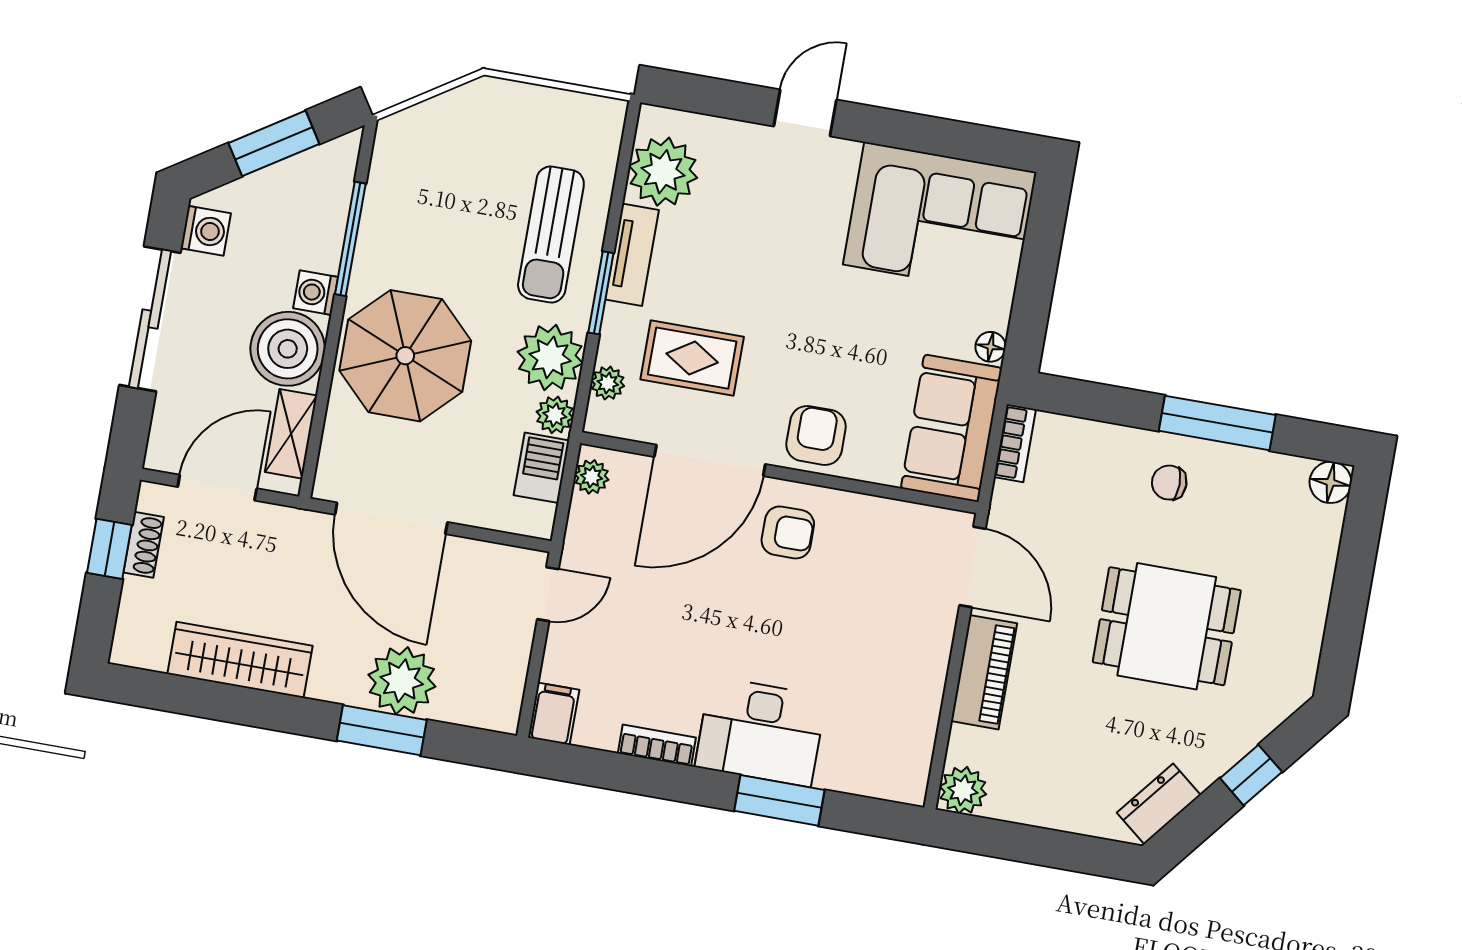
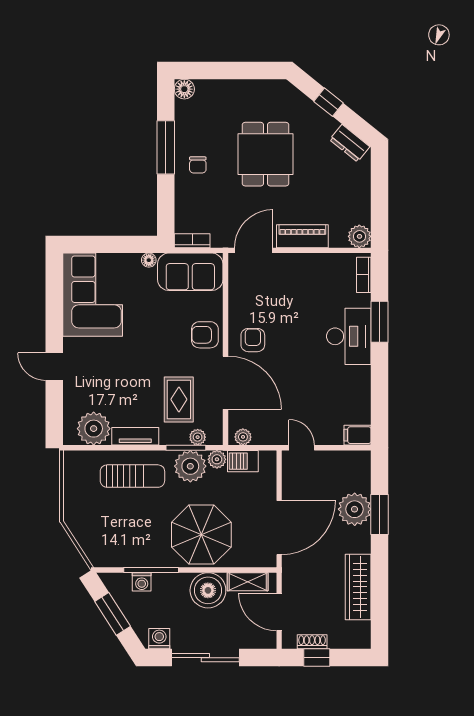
washing machine: (316, 293) -> (142, 582), moved
window: (601, 293) -> (186, 448), moved
bookcase: (657, 745) -> (364, 275), moved

